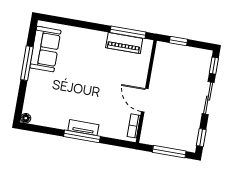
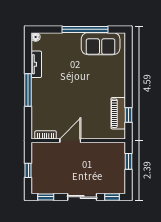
window: (128, 32) -> (128, 115), width x0.46
window: (27, 63) -> (85, 29), width x1.46
tv unit: (83, 128) -> (36, 64), moved
window: (169, 152) -> (28, 170), width x0.46

